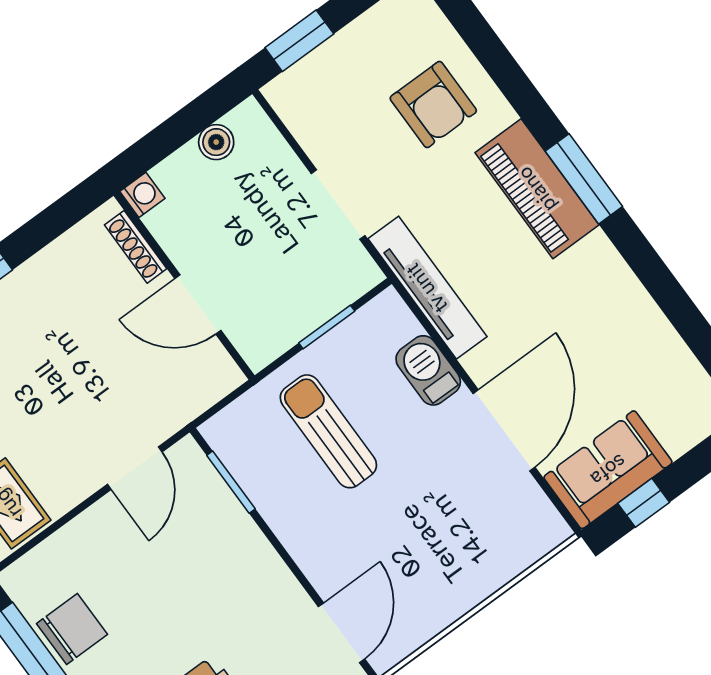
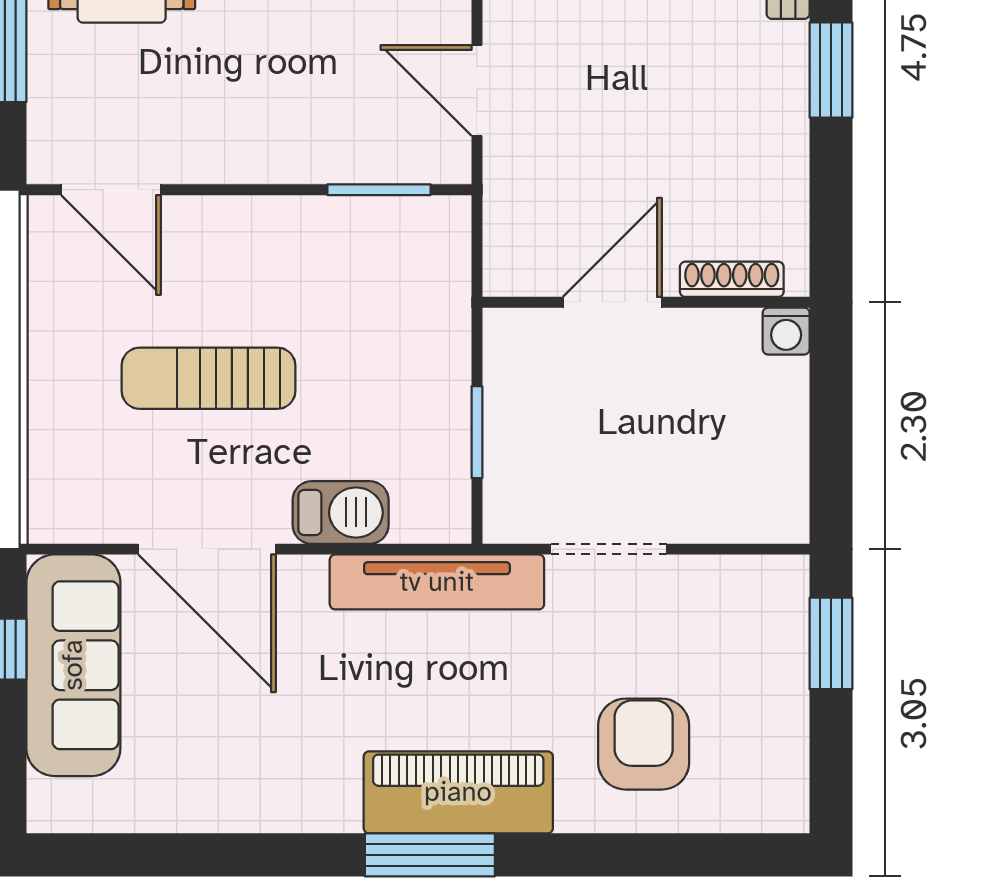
armchair: (433, 104) -> (644, 744), turned 90
boiler: (216, 142) -> (784, 461), removed
sun lounger: (328, 431) -> (209, 378), moved, turned 180
sofa: (608, 470) -> (73, 665), width x1.36

